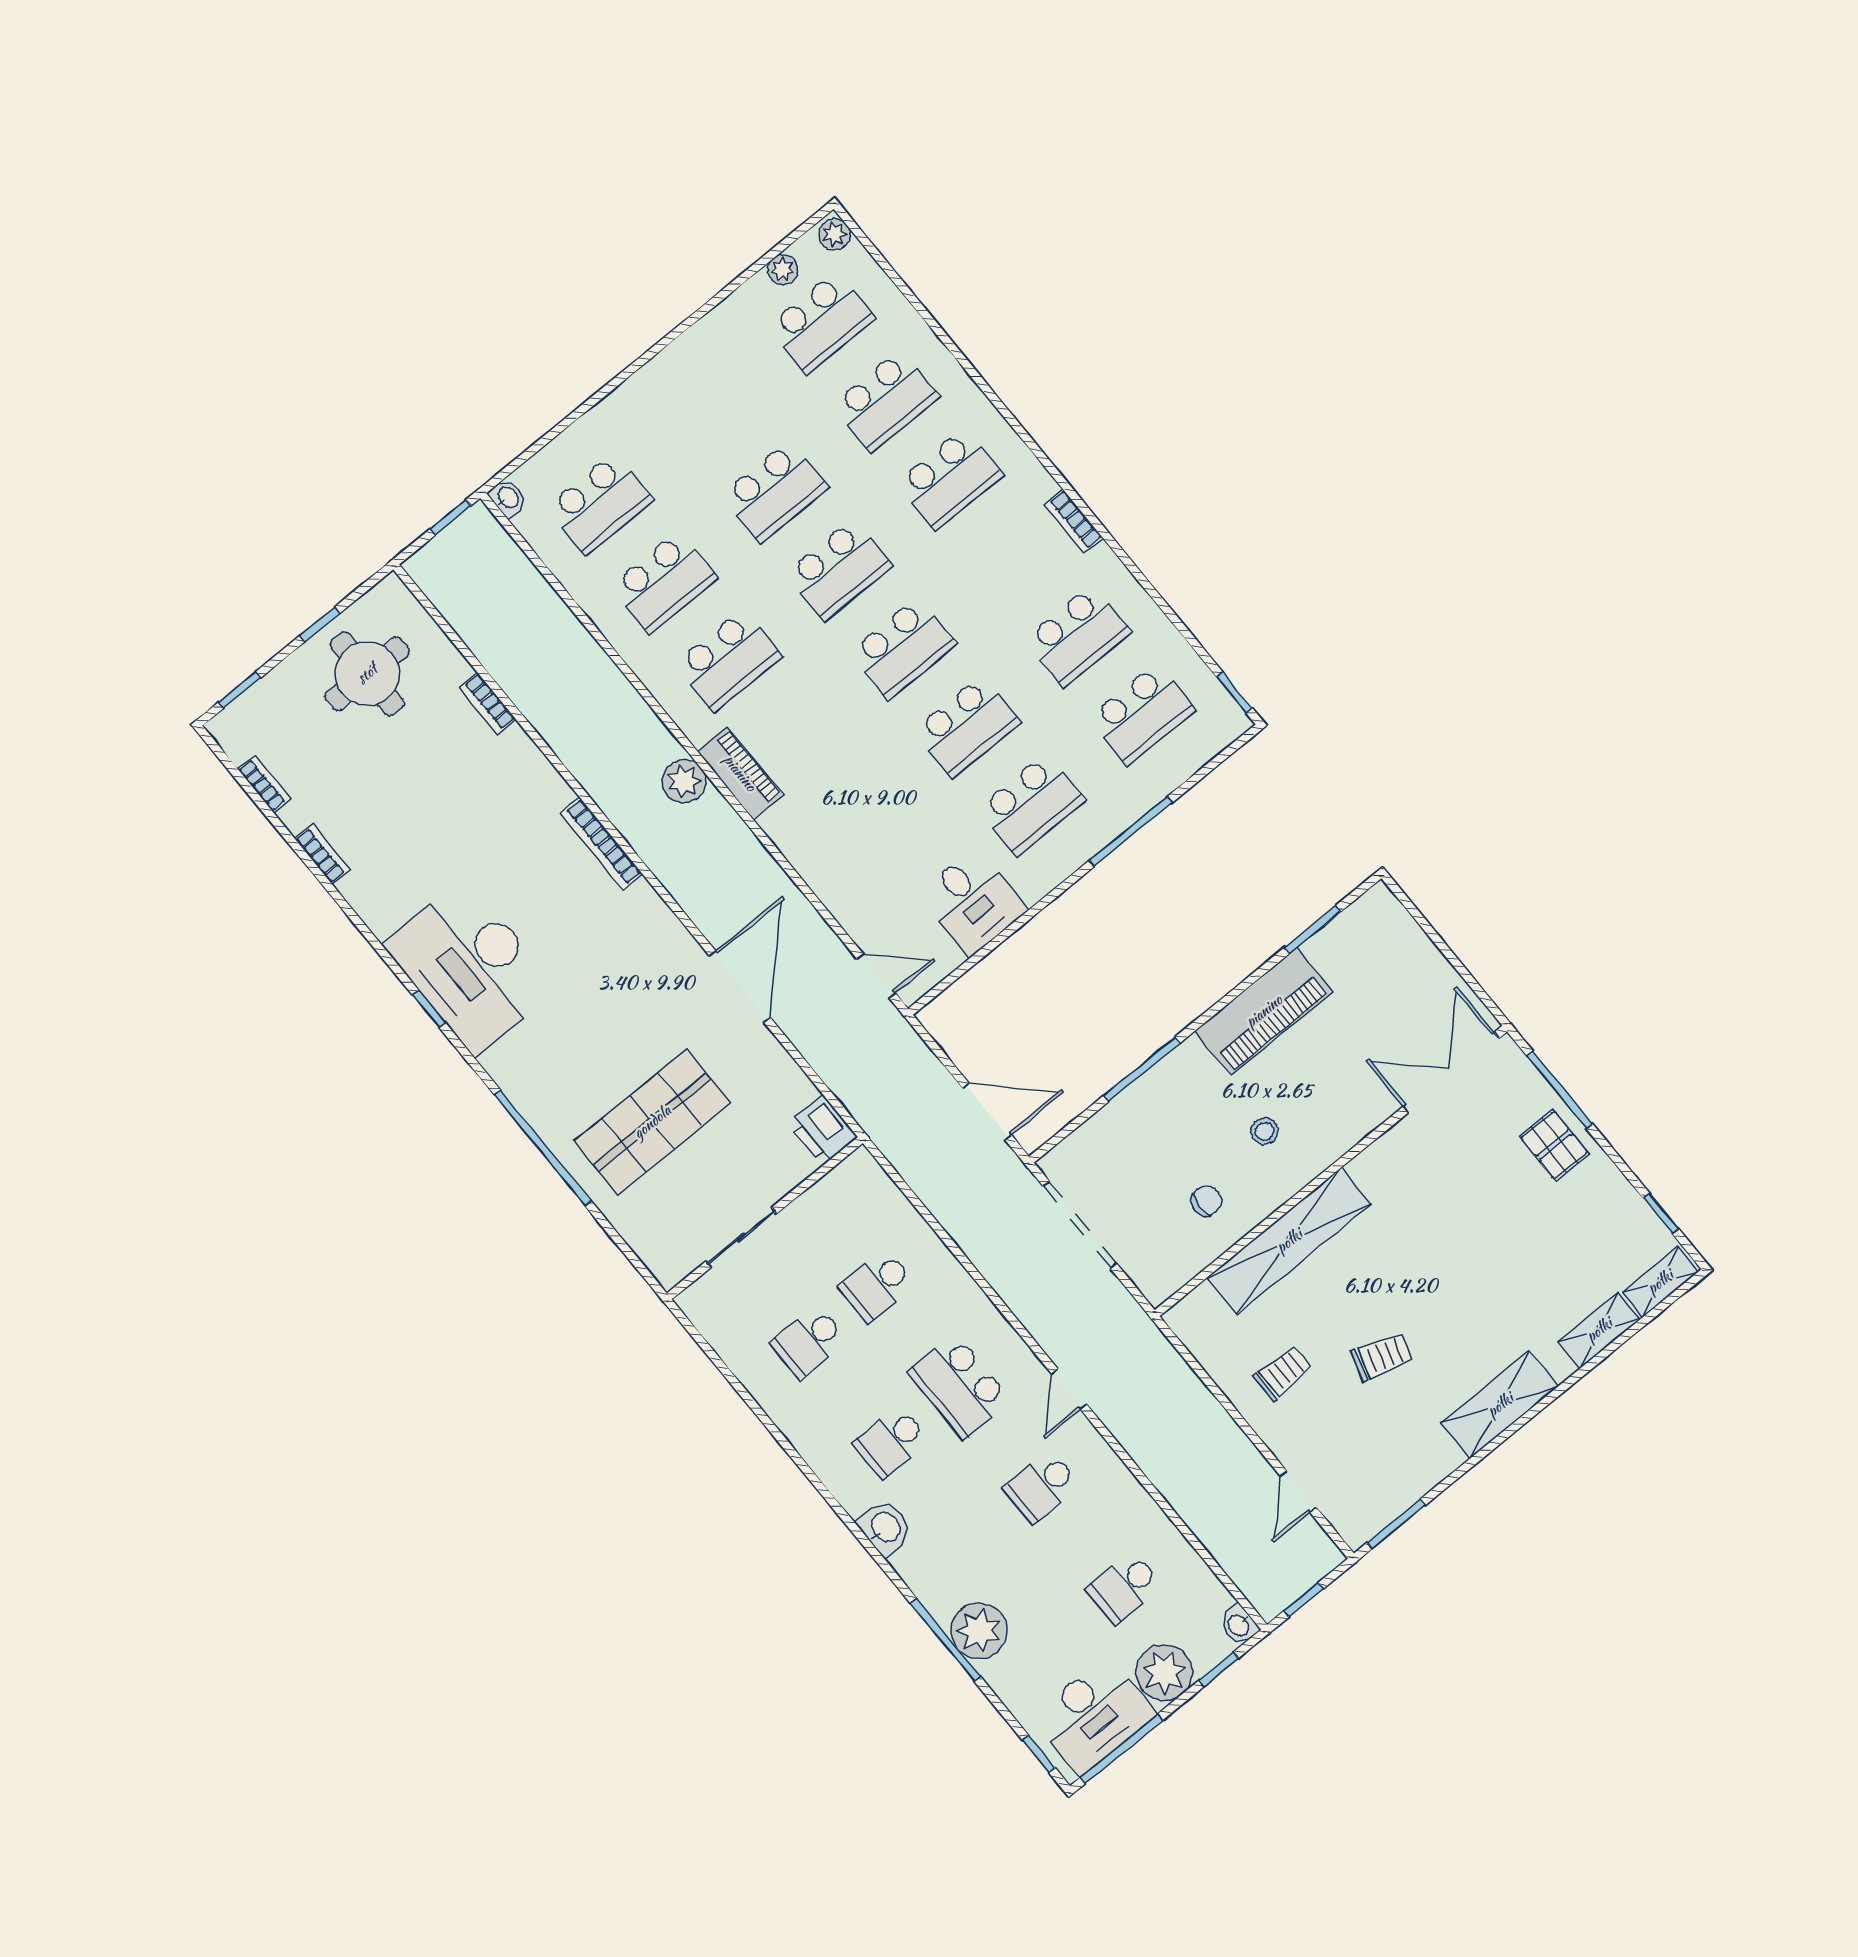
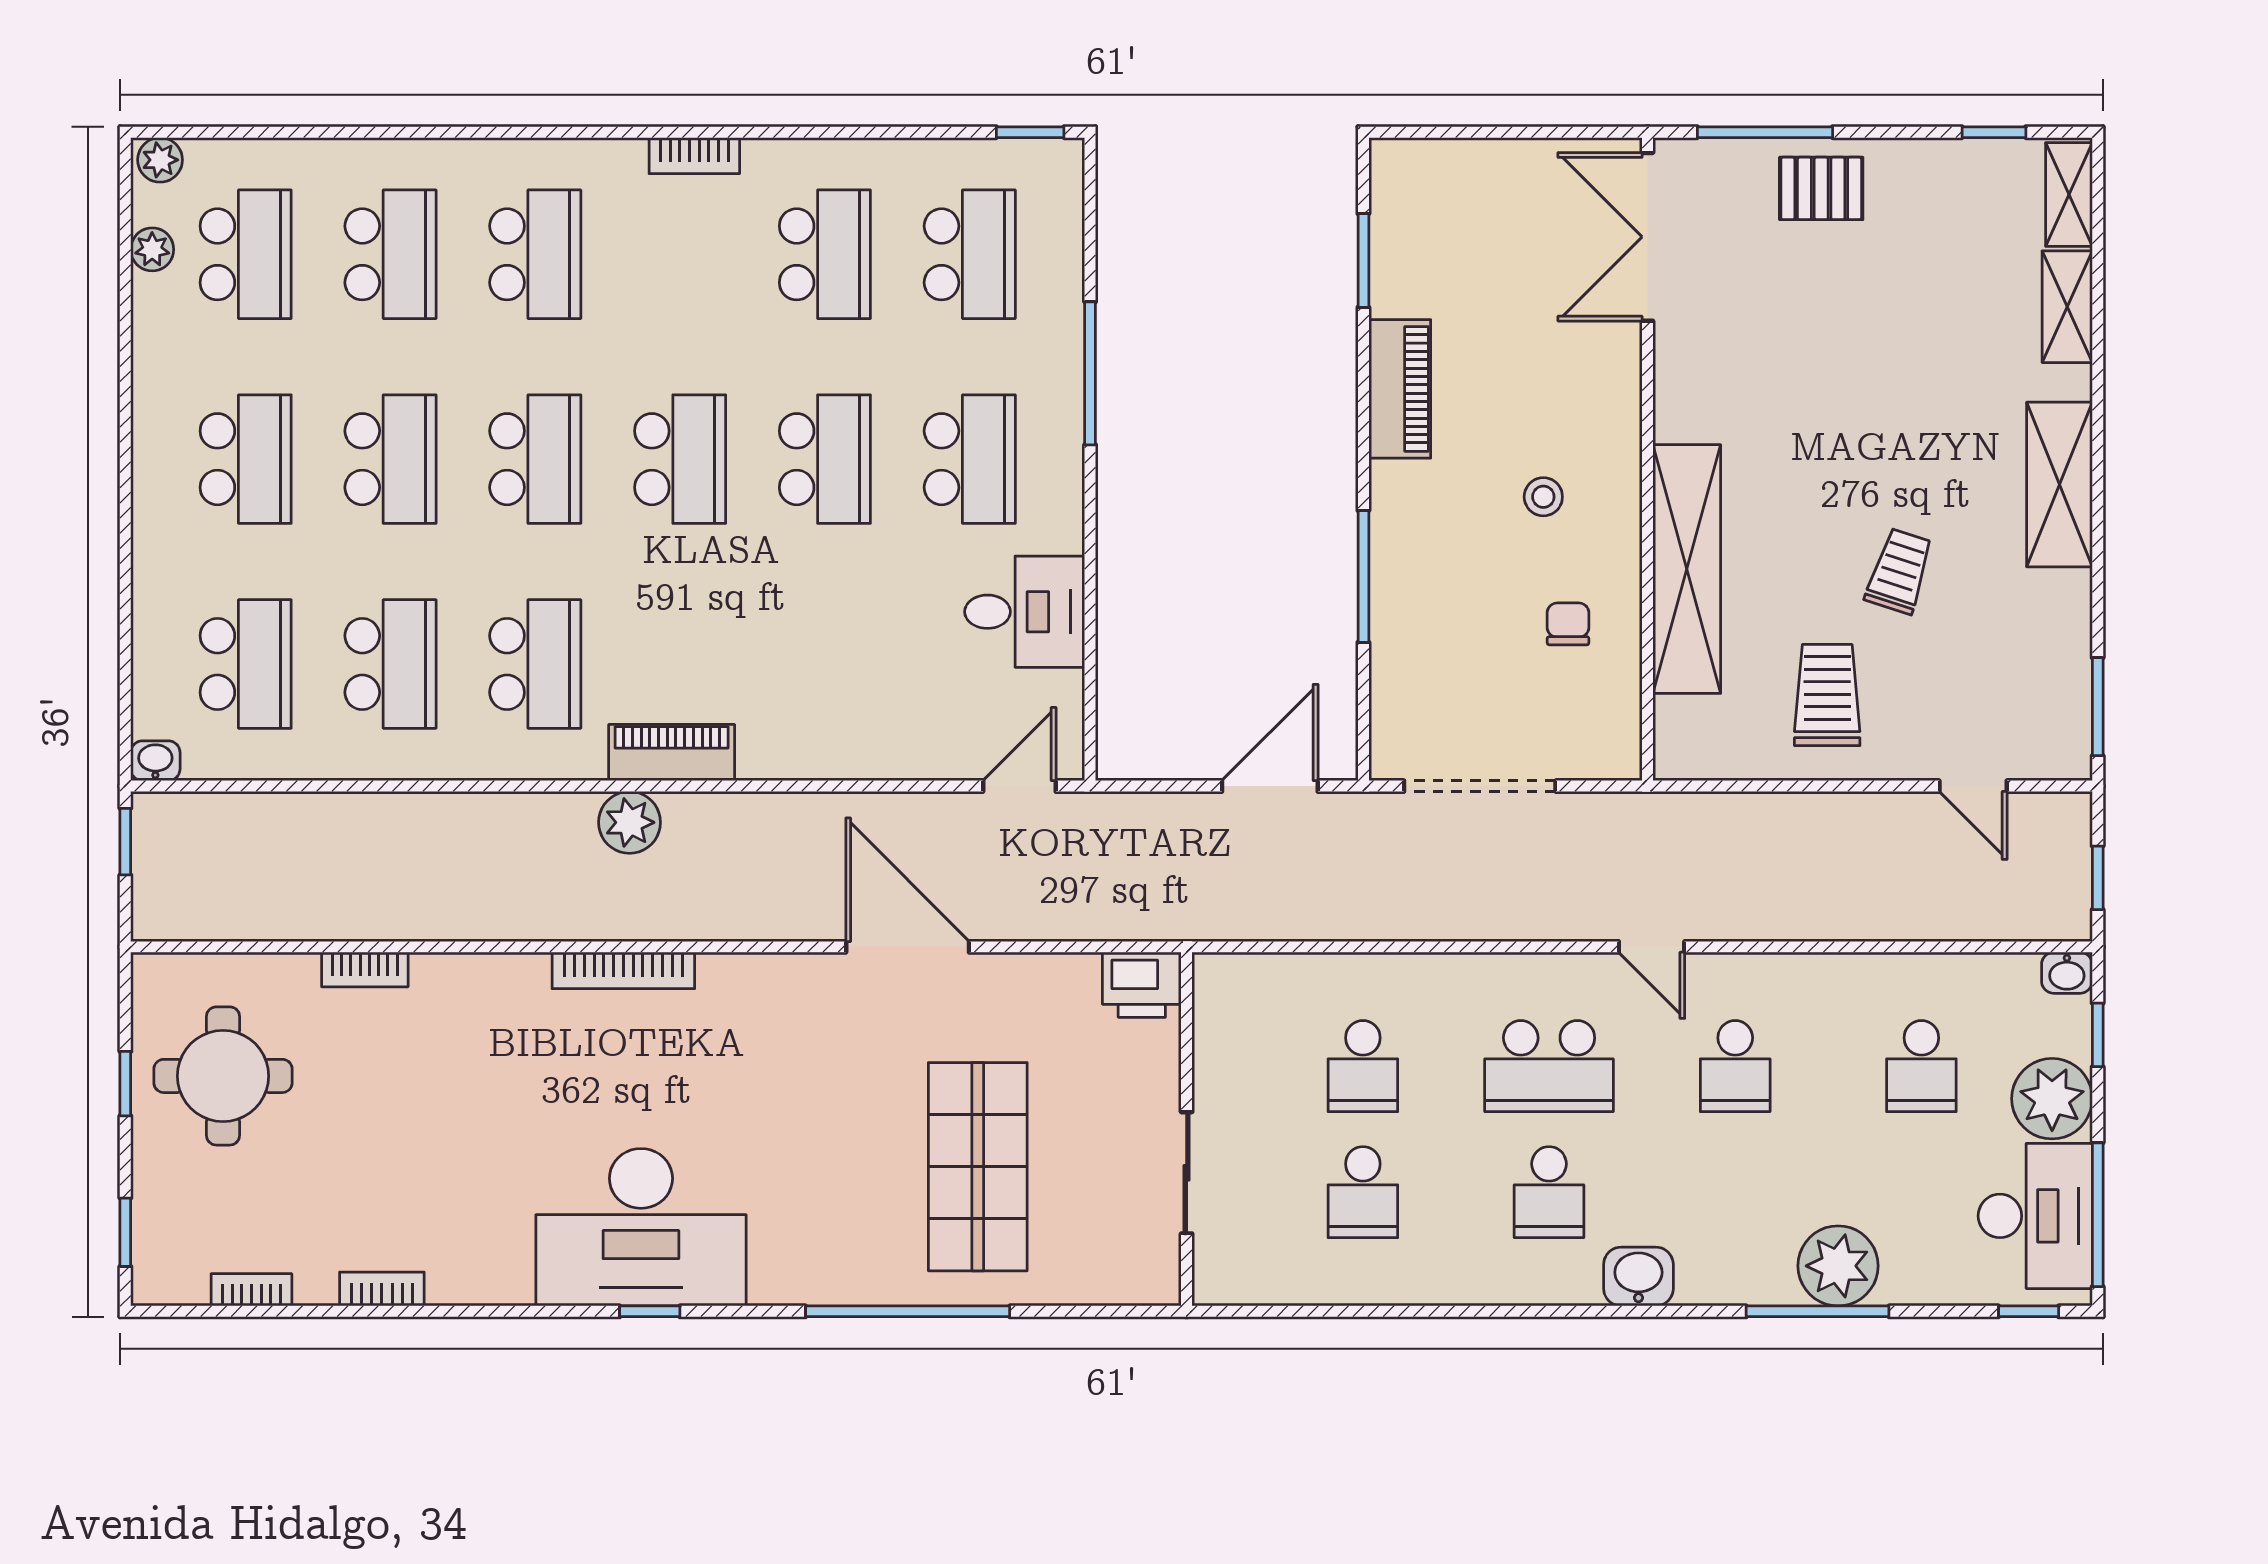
school desk: (711, 413) -> (246, 459), added
piano: (1264, 1011) -> (1400, 389), width x0.73, depth x0.75
trolley: (1283, 1372) -> (1827, 695), width x1.36, depth x1.39

